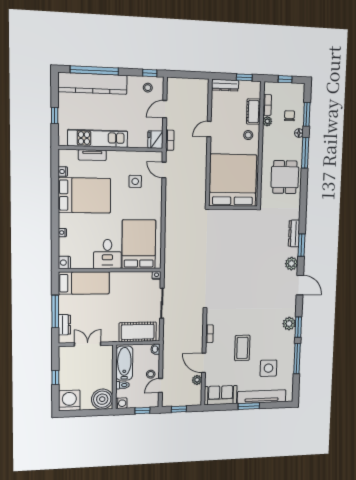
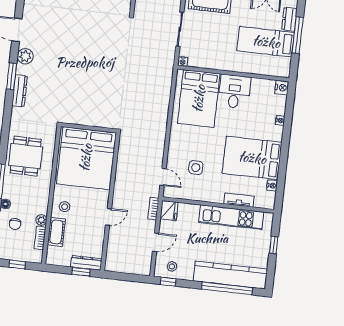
window: (244, 77) -> (81, 272), moved
bed: (84, 283) -> (266, 42), moved

